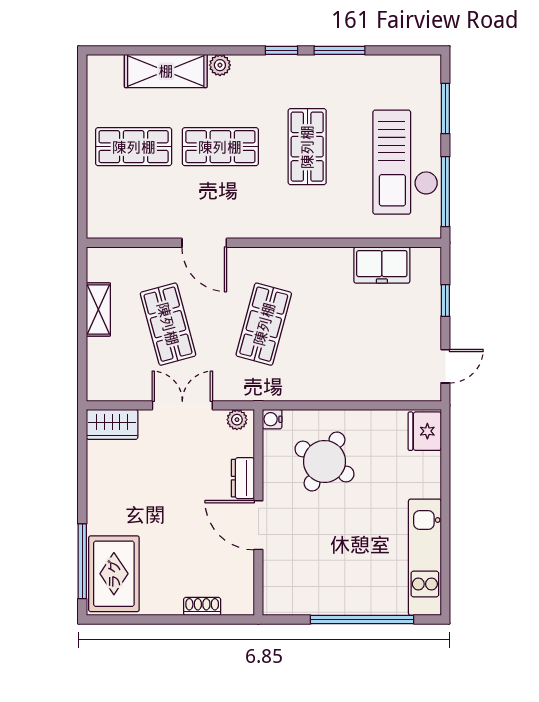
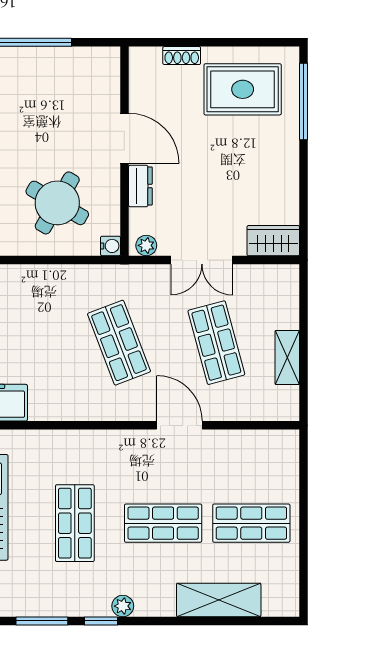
plant: (220, 65) -> (123, 606), moved
shop shelf: (264, 324) -> (119, 343), turned -36
rug: (114, 574) -> (243, 89), moved, turned 90

